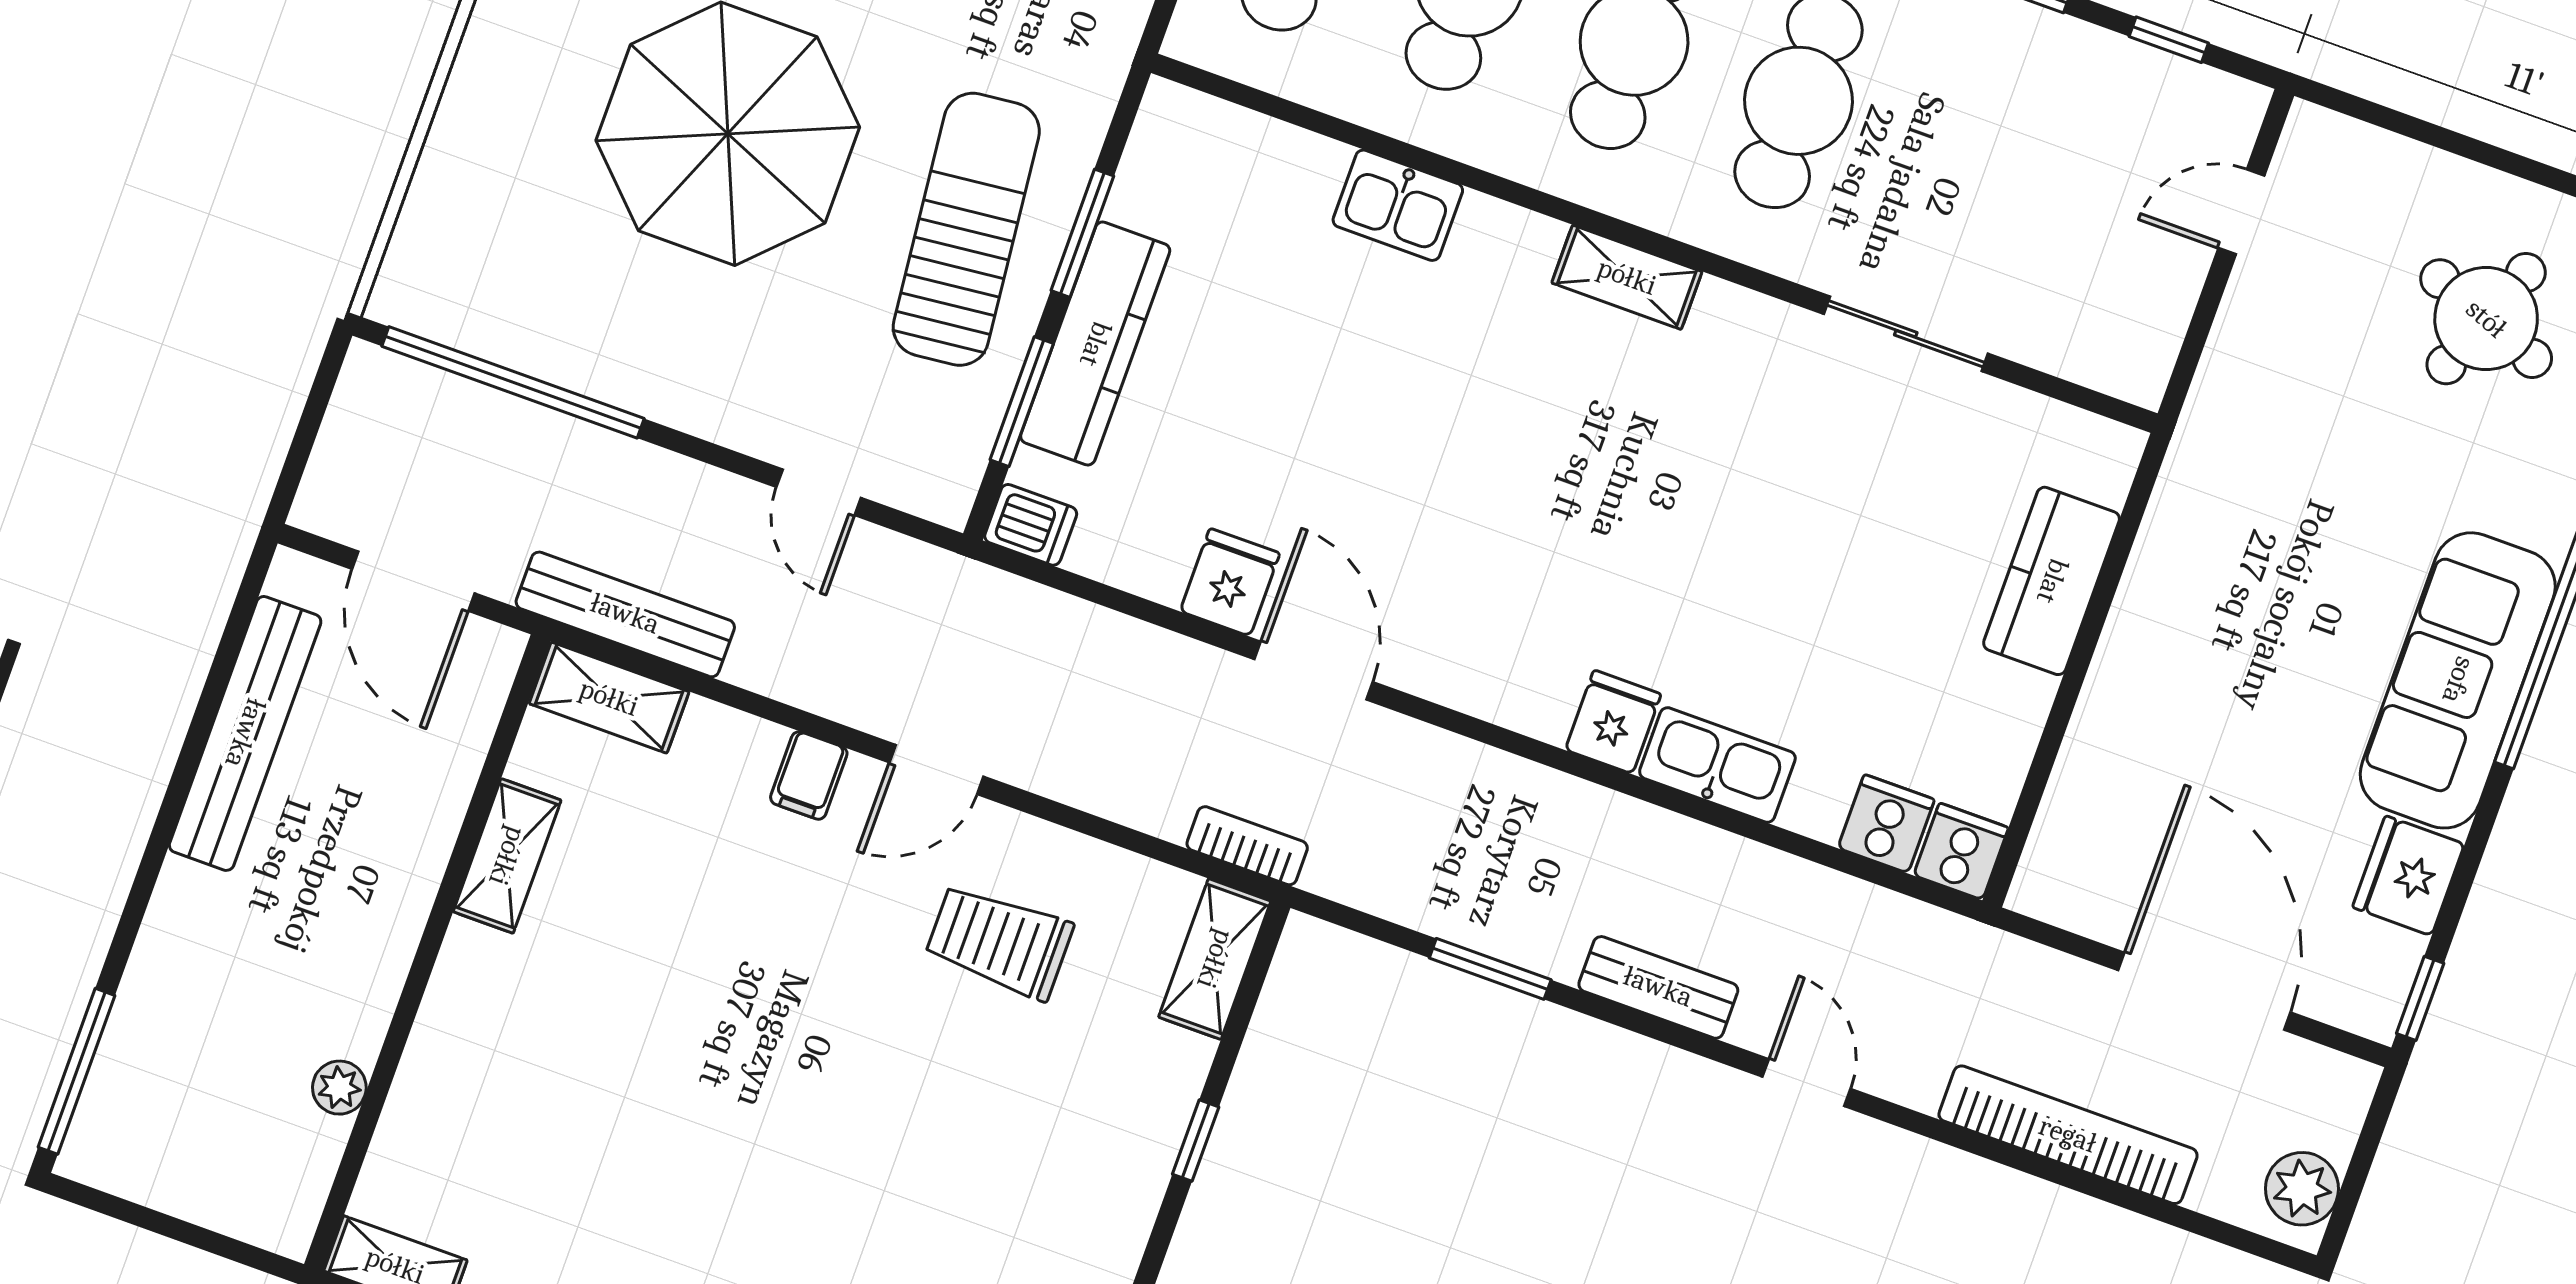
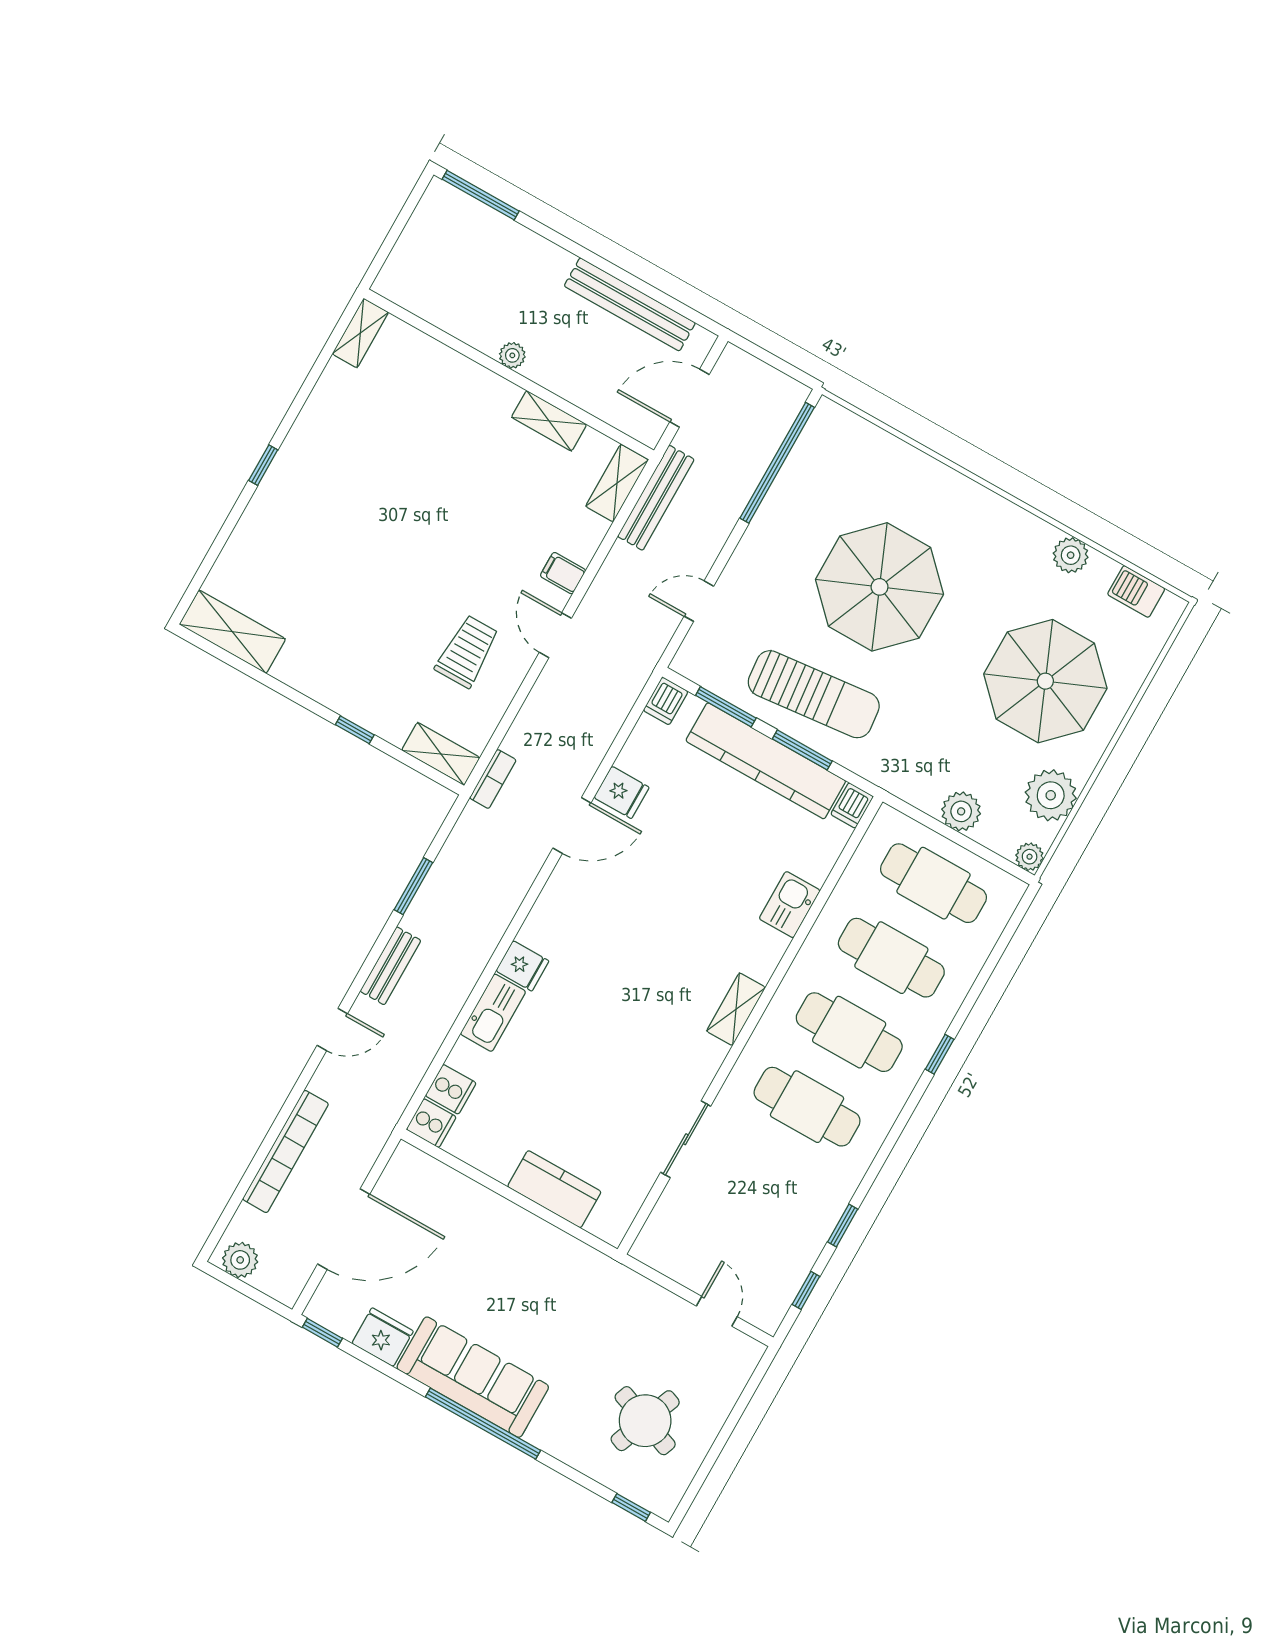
dishwasher: (1177, 114) -> (852, 805), added
kitchen counter: (1095, 344) -> (766, 761), width x1.39, depth x1.17
plant: (339, 1088) -> (512, 355), moved

